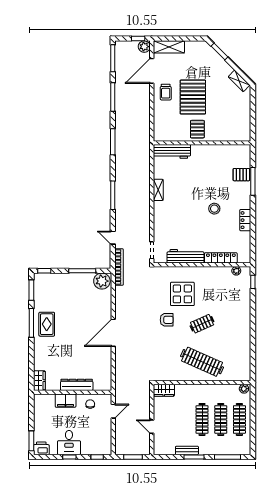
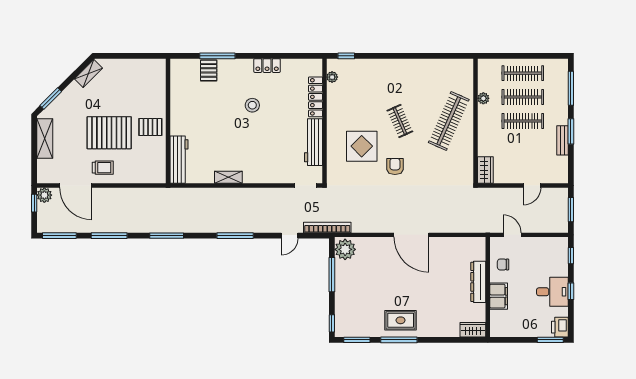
shelving: (169, 47) -> (45, 139), moved
plant: (244, 389) -> (483, 98), moved

